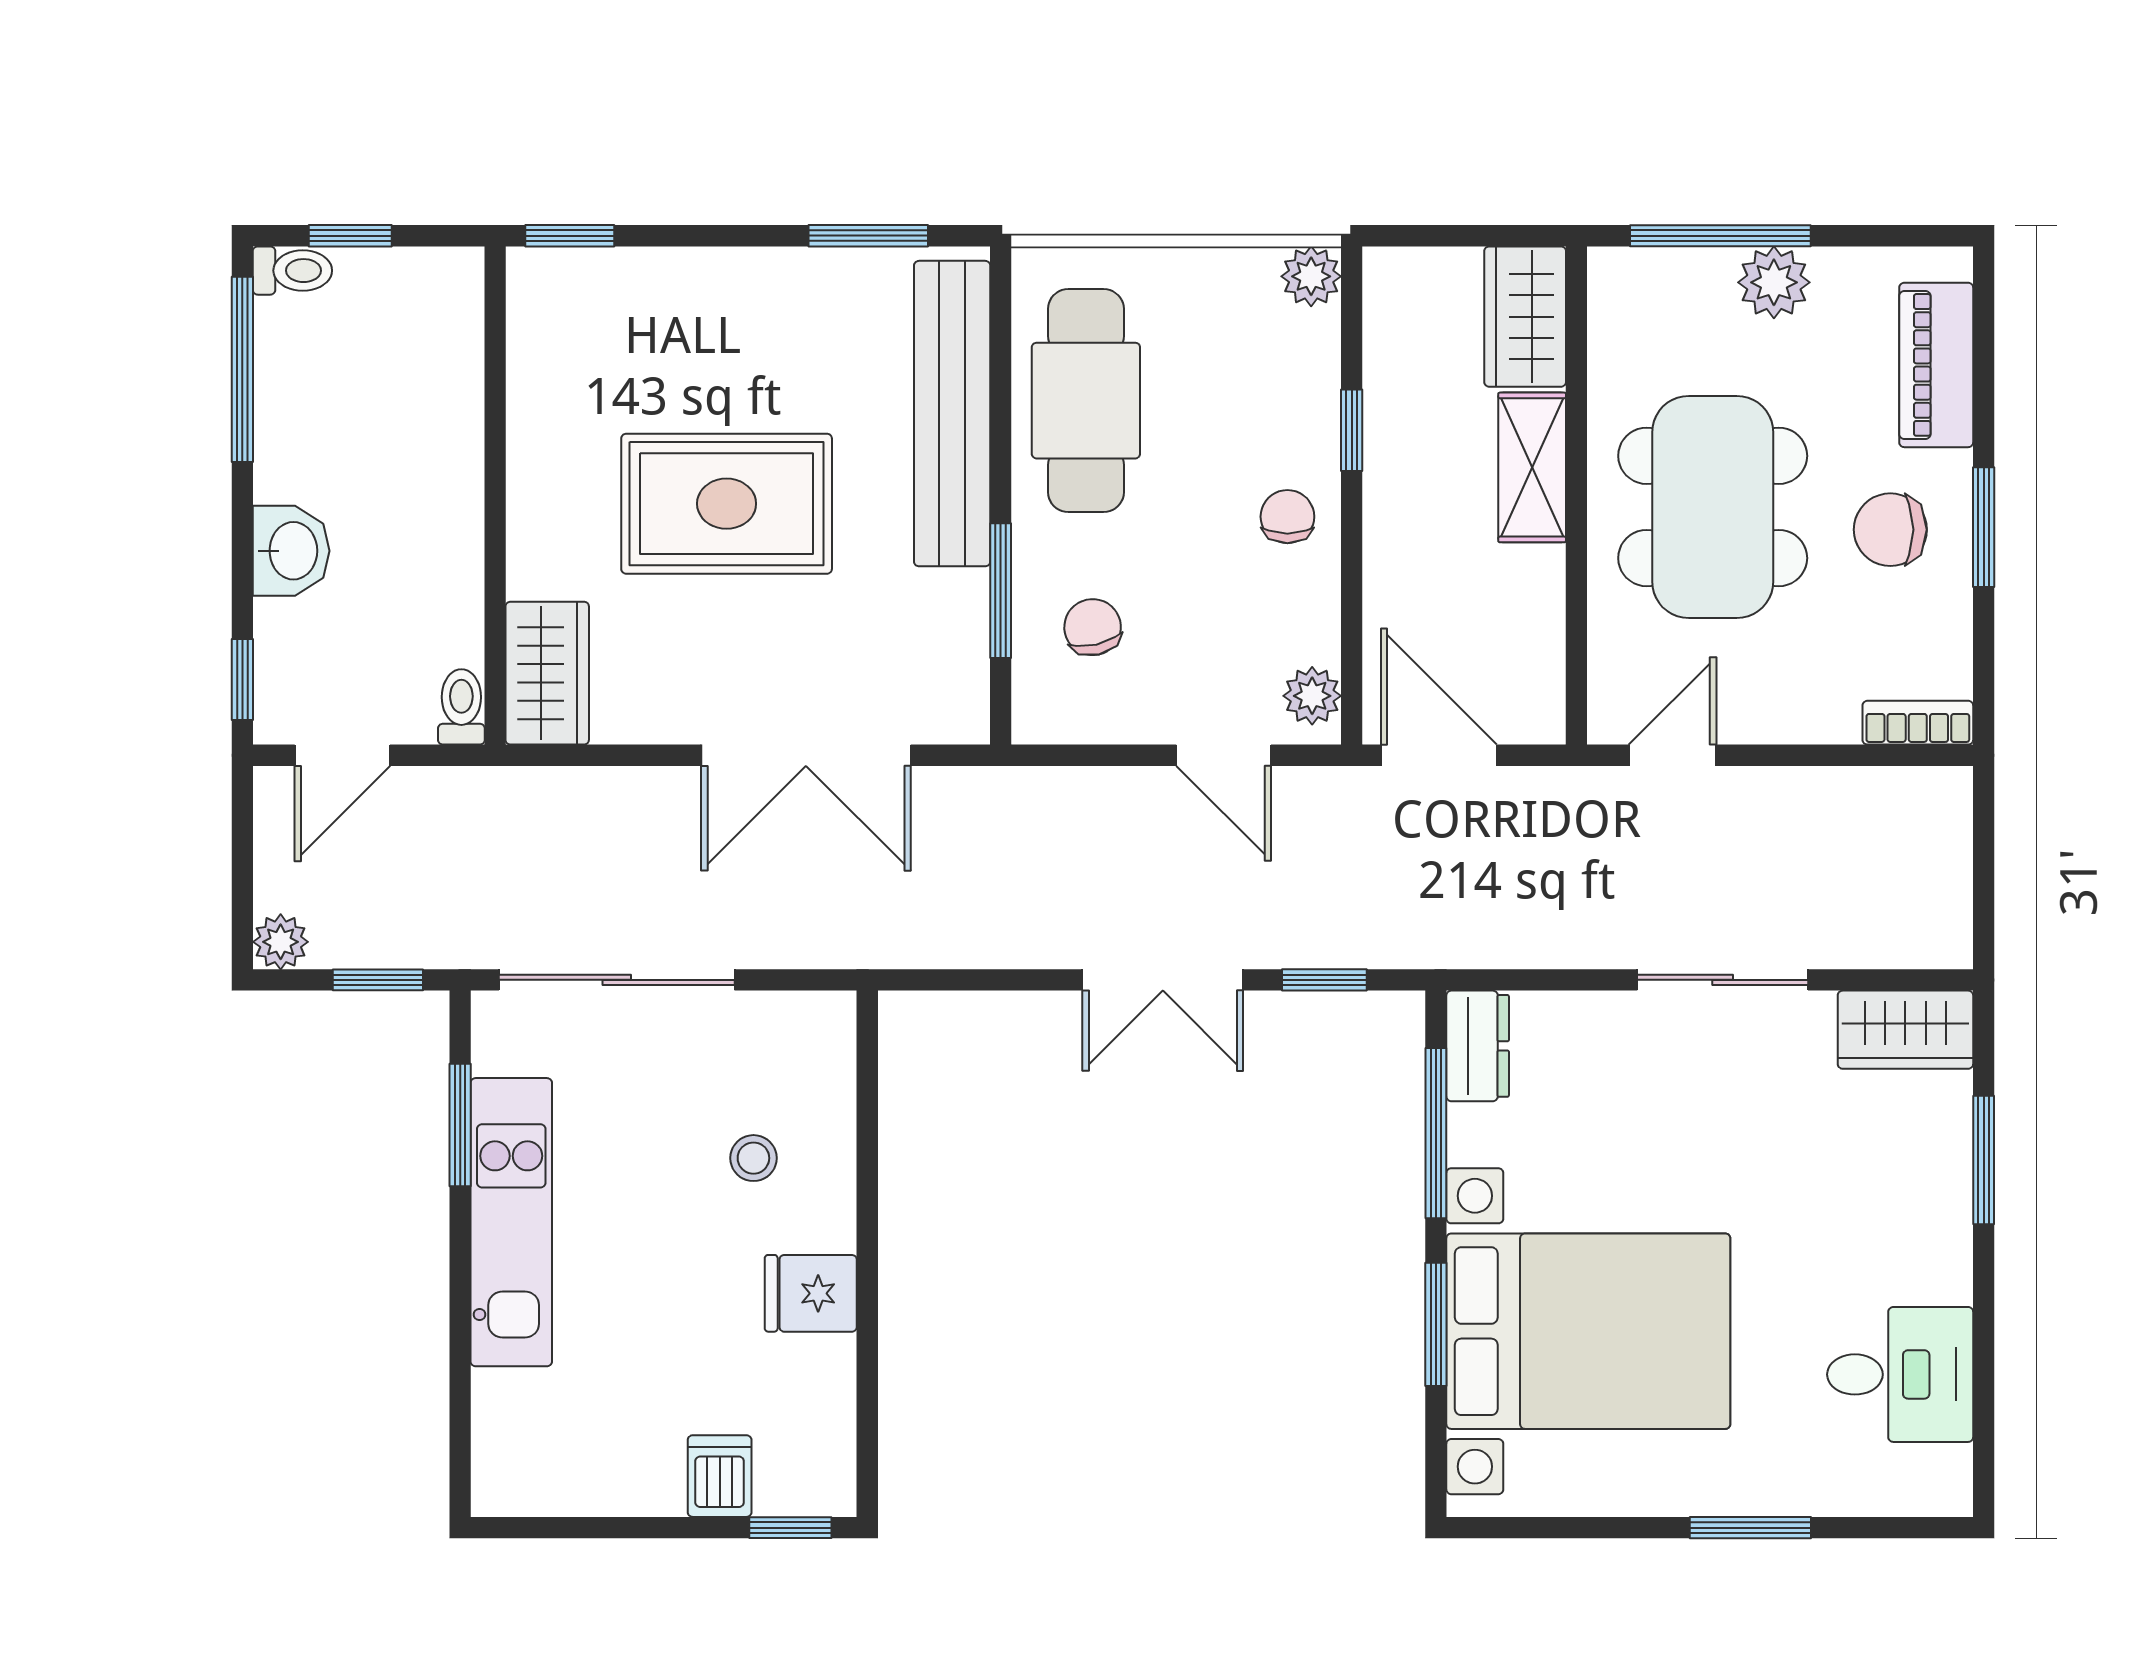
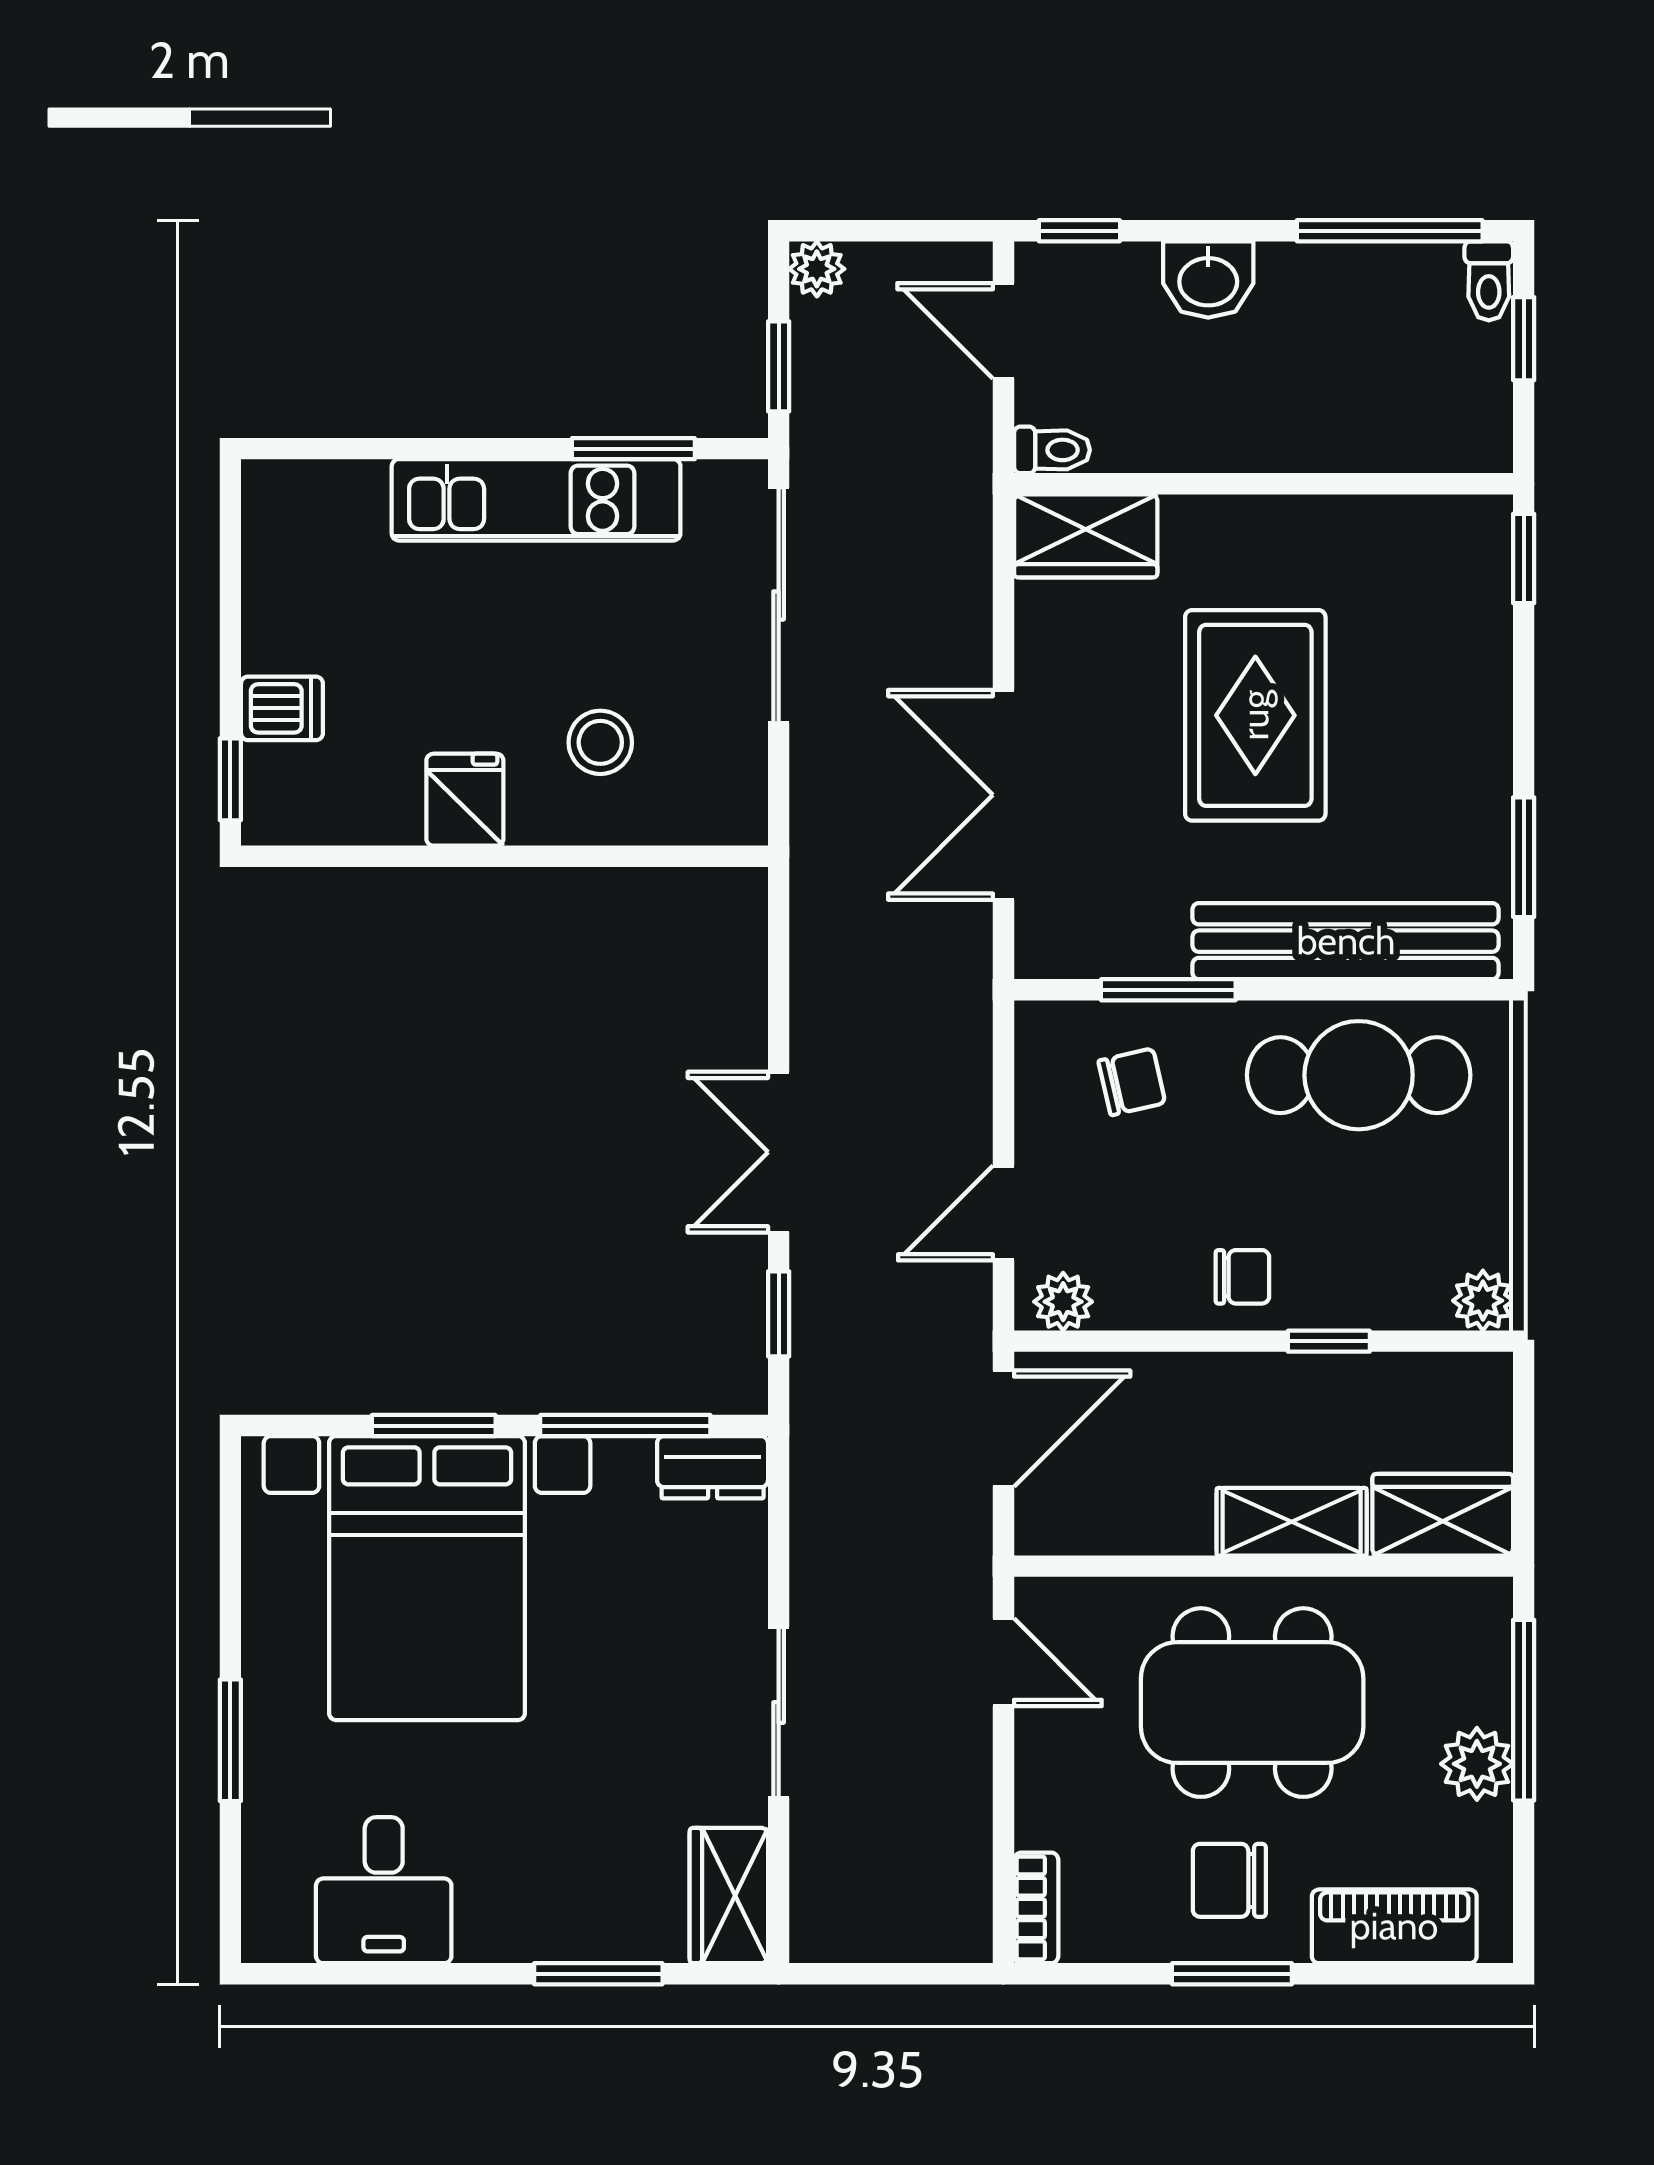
chair: (1890, 530) -> (1229, 1880), turned -90
stool: (753, 1158) -> (600, 742), width x1.37, depth x1.37

